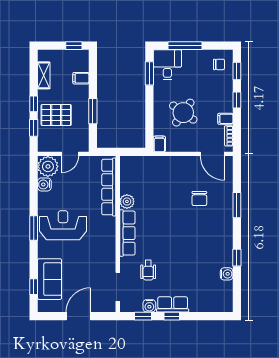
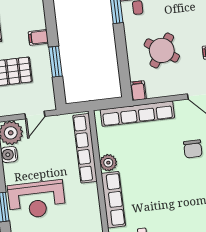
filing cabinet: (81, 78) -> (38, 37), moved
row of seats: (156, 163) -> (137, 114), added
reception desk: (63, 225) -> (37, 200), turned 180

